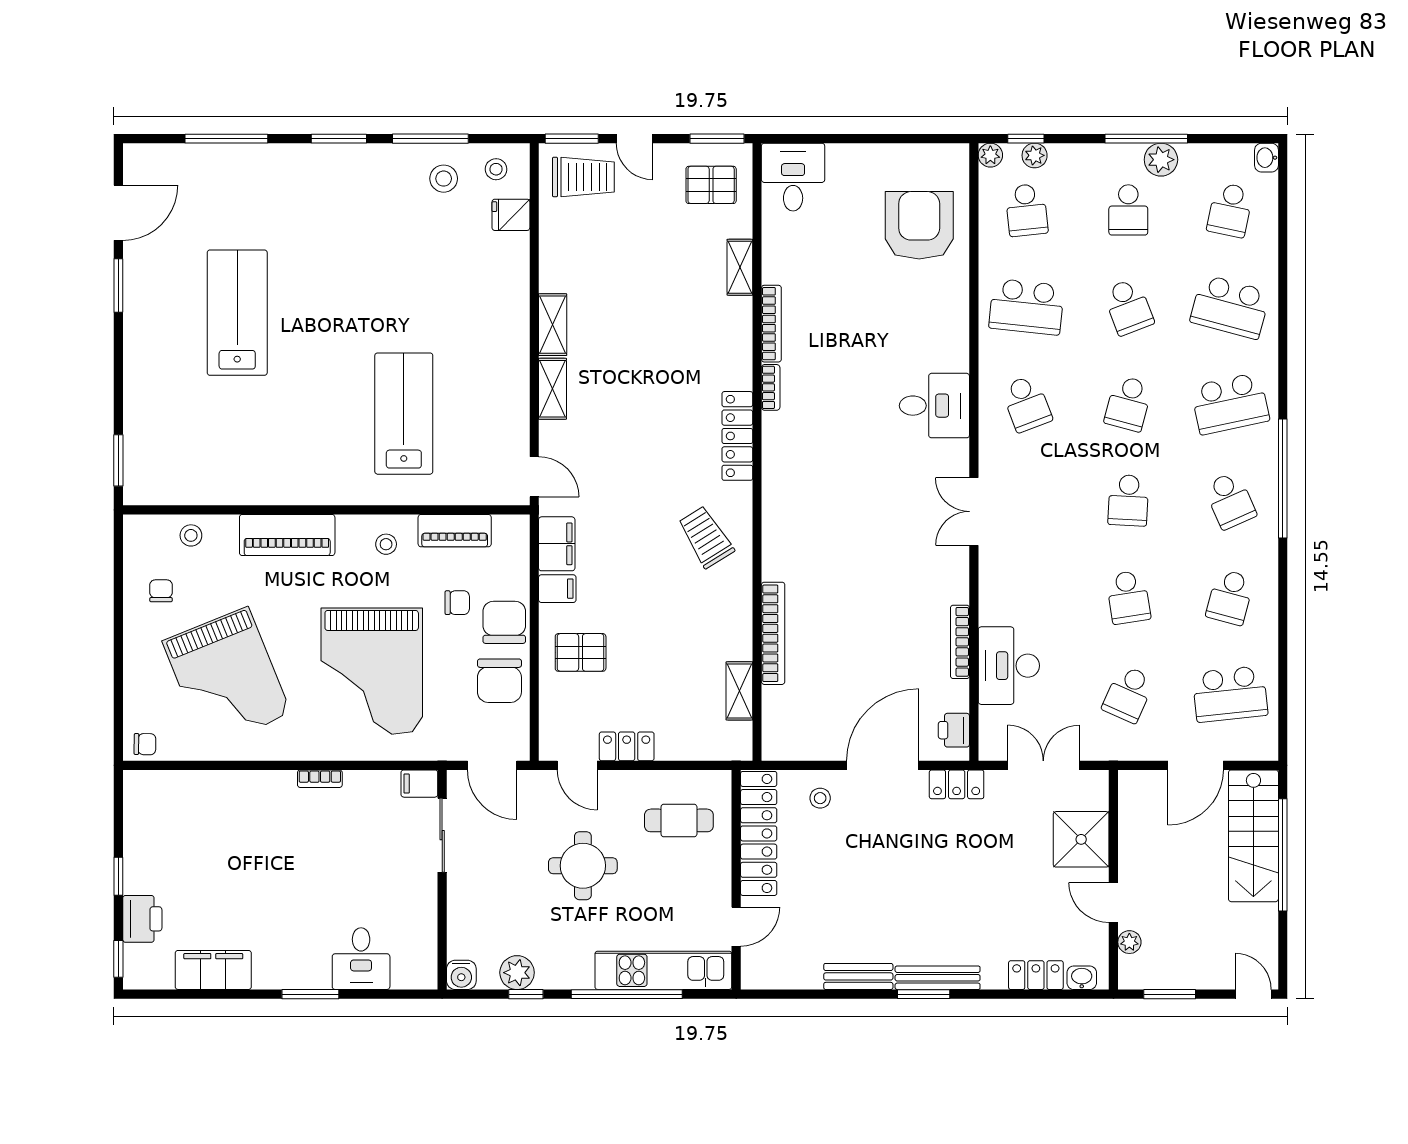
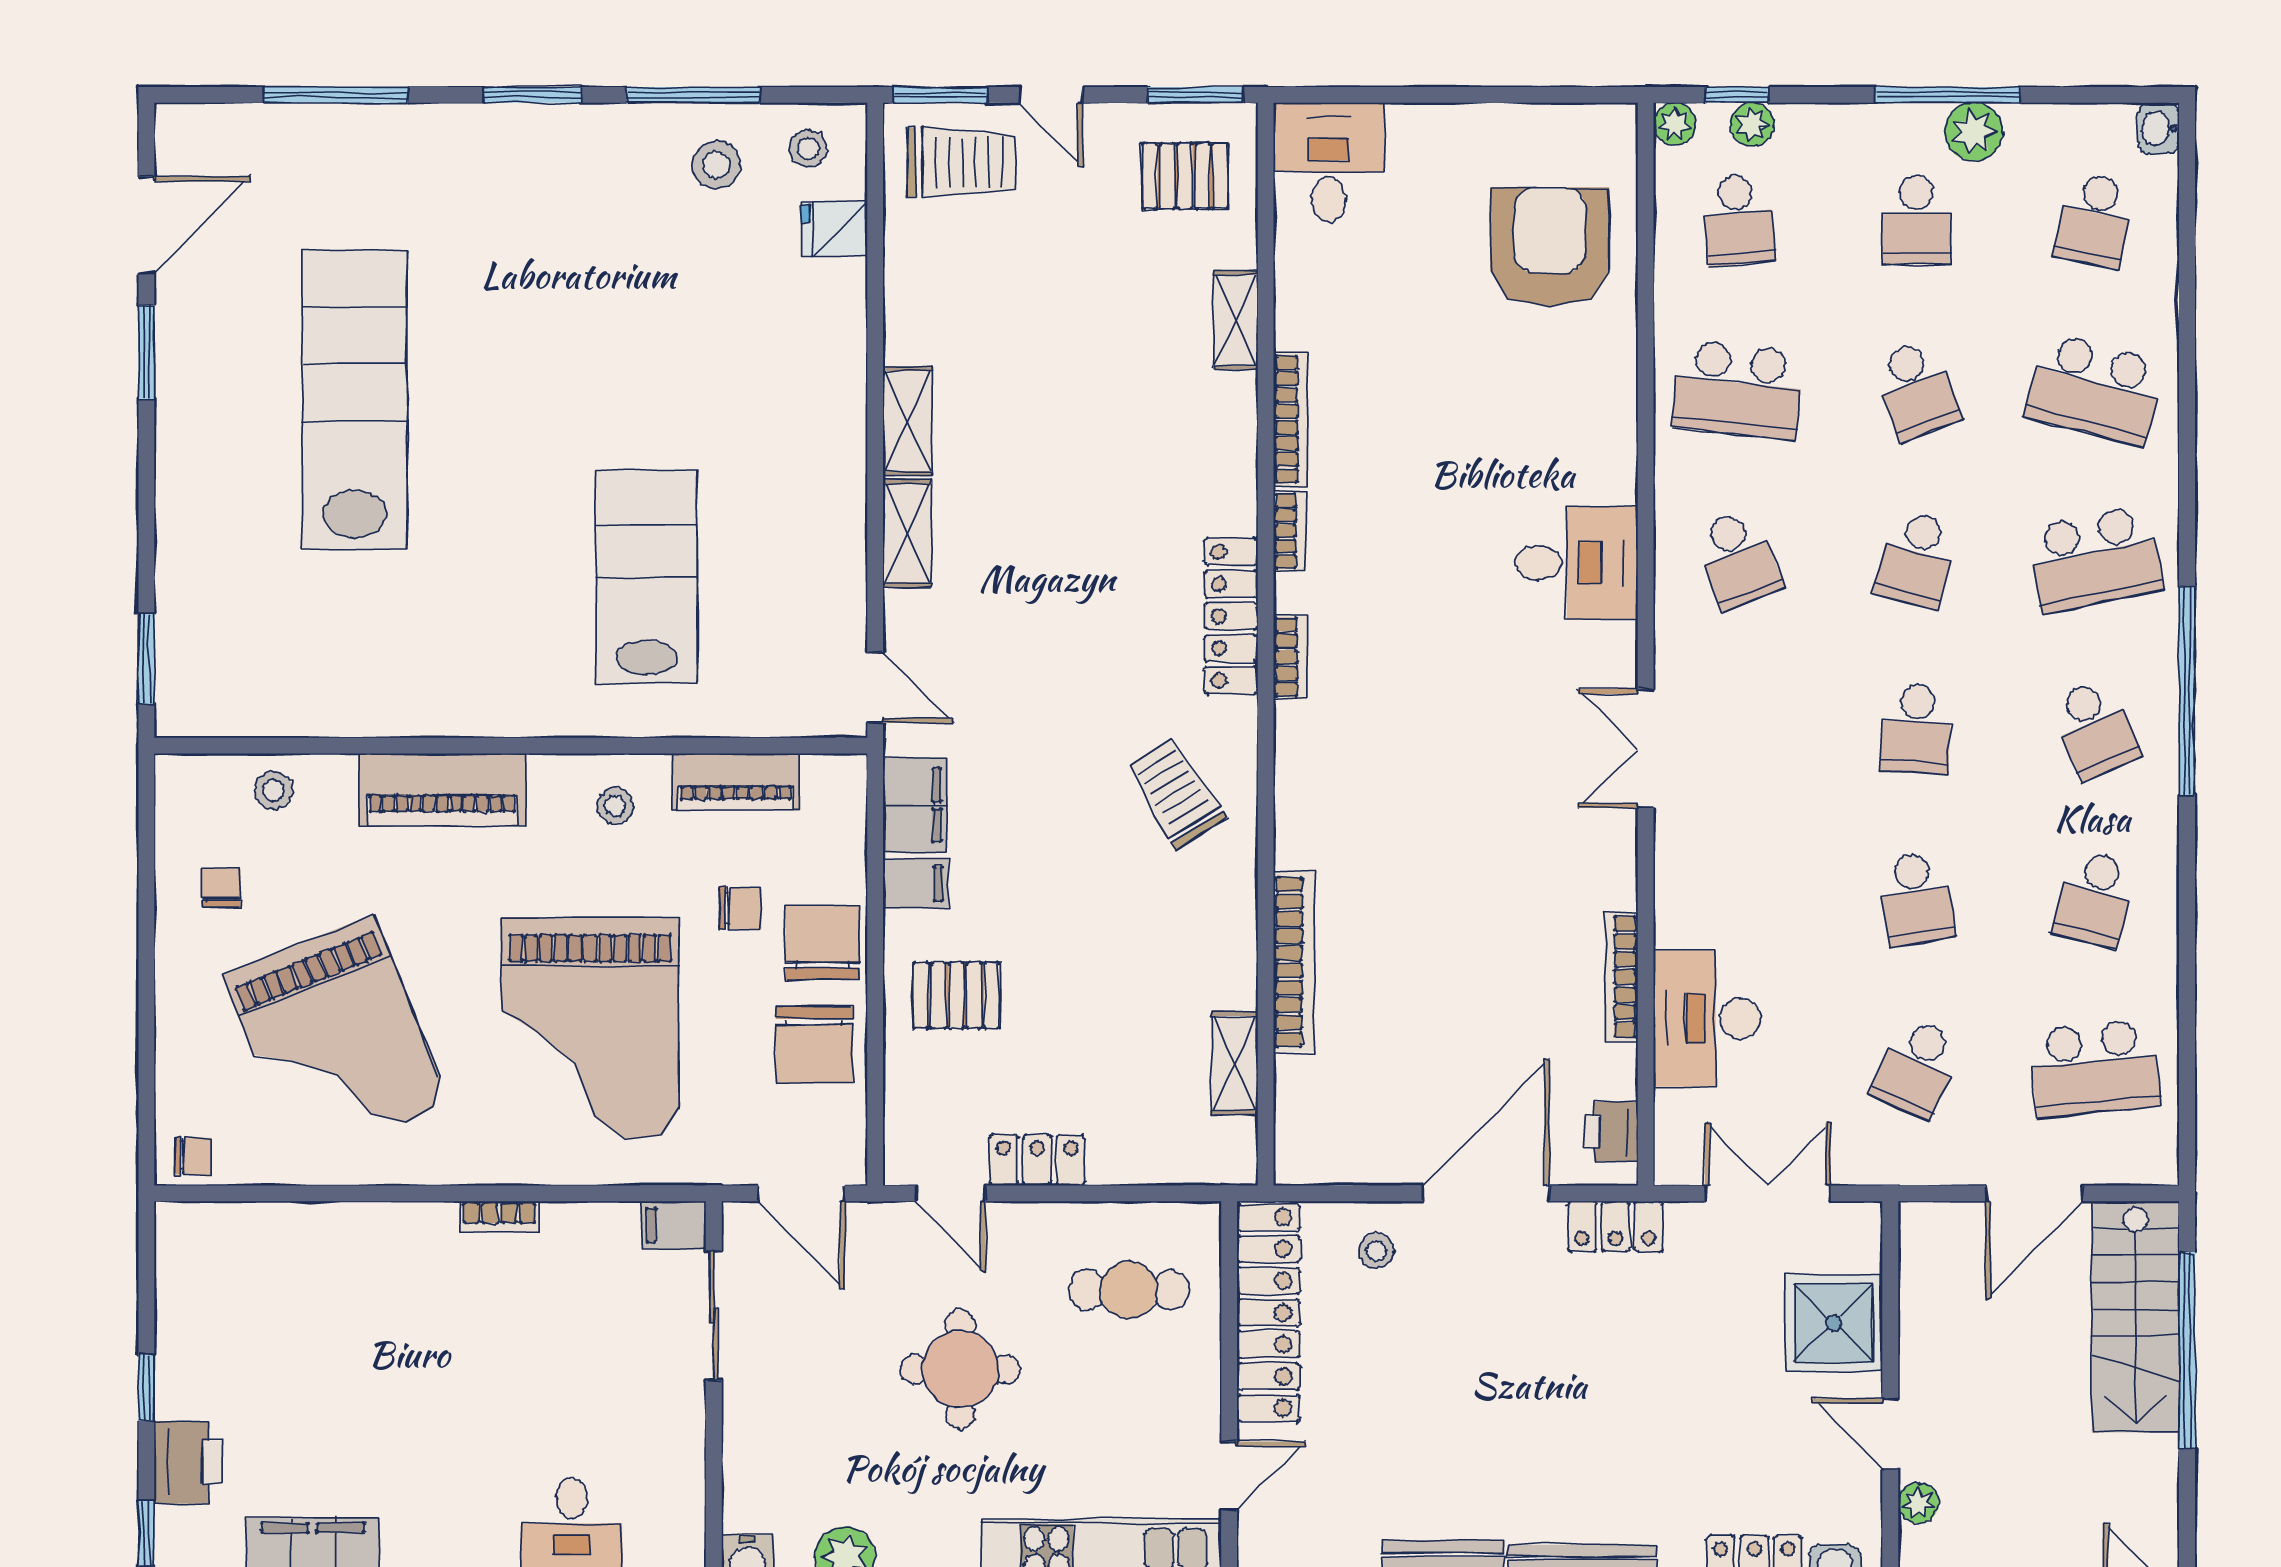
lab bench: (237, 313) -> (355, 400), width x1.36
bookcase: (771, 459) -> (1290, 657), added

